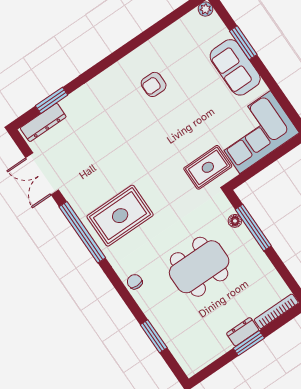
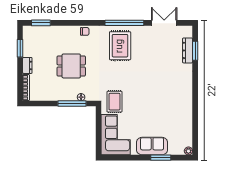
armchair: (154, 84) -> (170, 103), removed
dresser: (43, 122) -> (188, 50), moved
dining table: (199, 267) -> (71, 66), width x0.73
window: (154, 336) -> (41, 23), moved
window: (249, 343) -> (20, 48), moved

